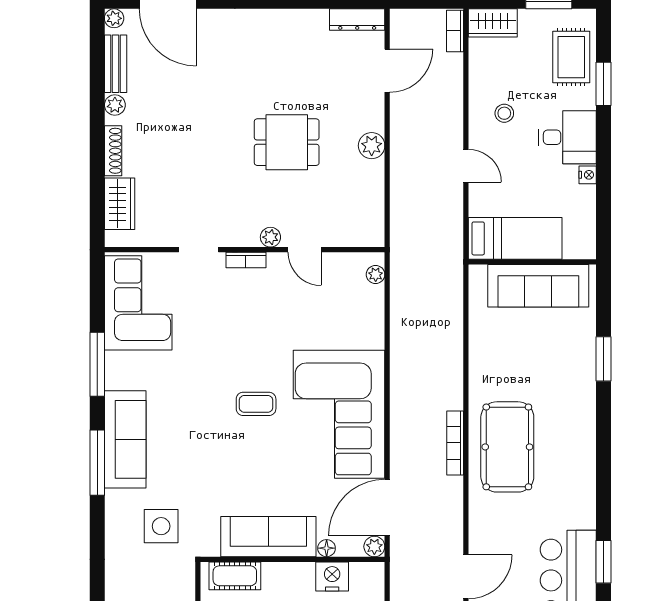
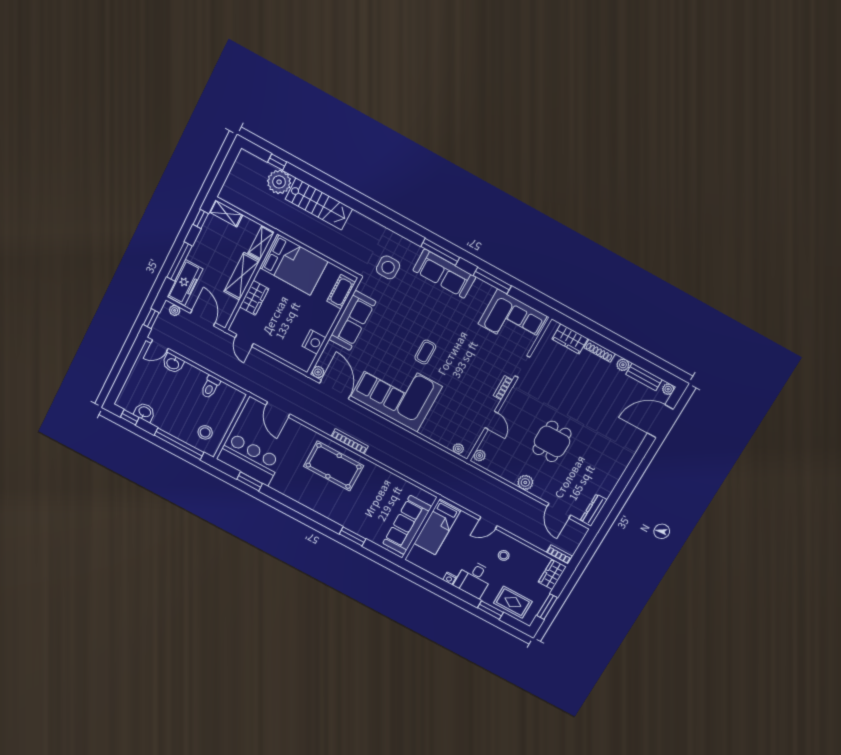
plant: (270, 237) -> (479, 455), moved
door: (305, 250) -> (491, 420), swing flipped
floor lamp: (327, 548) -> (330, 347), removed

